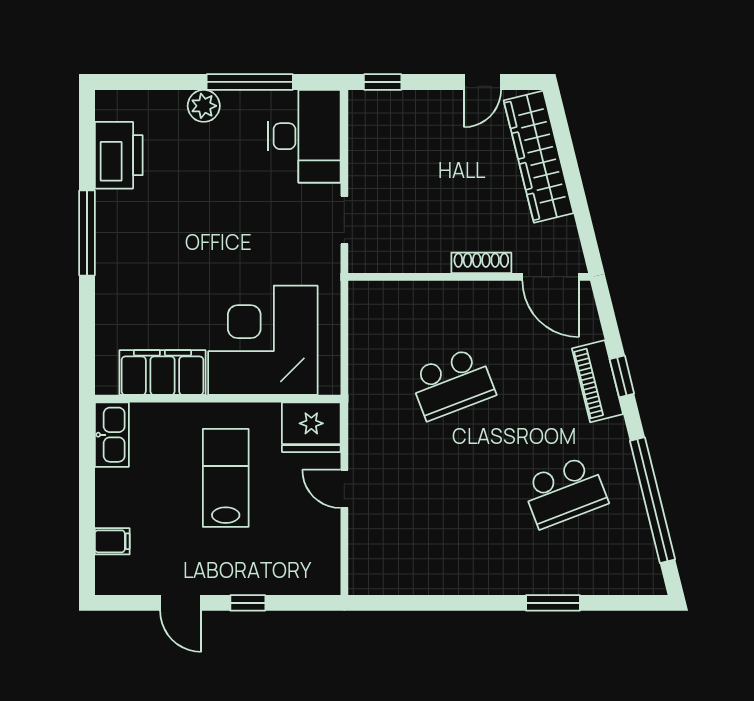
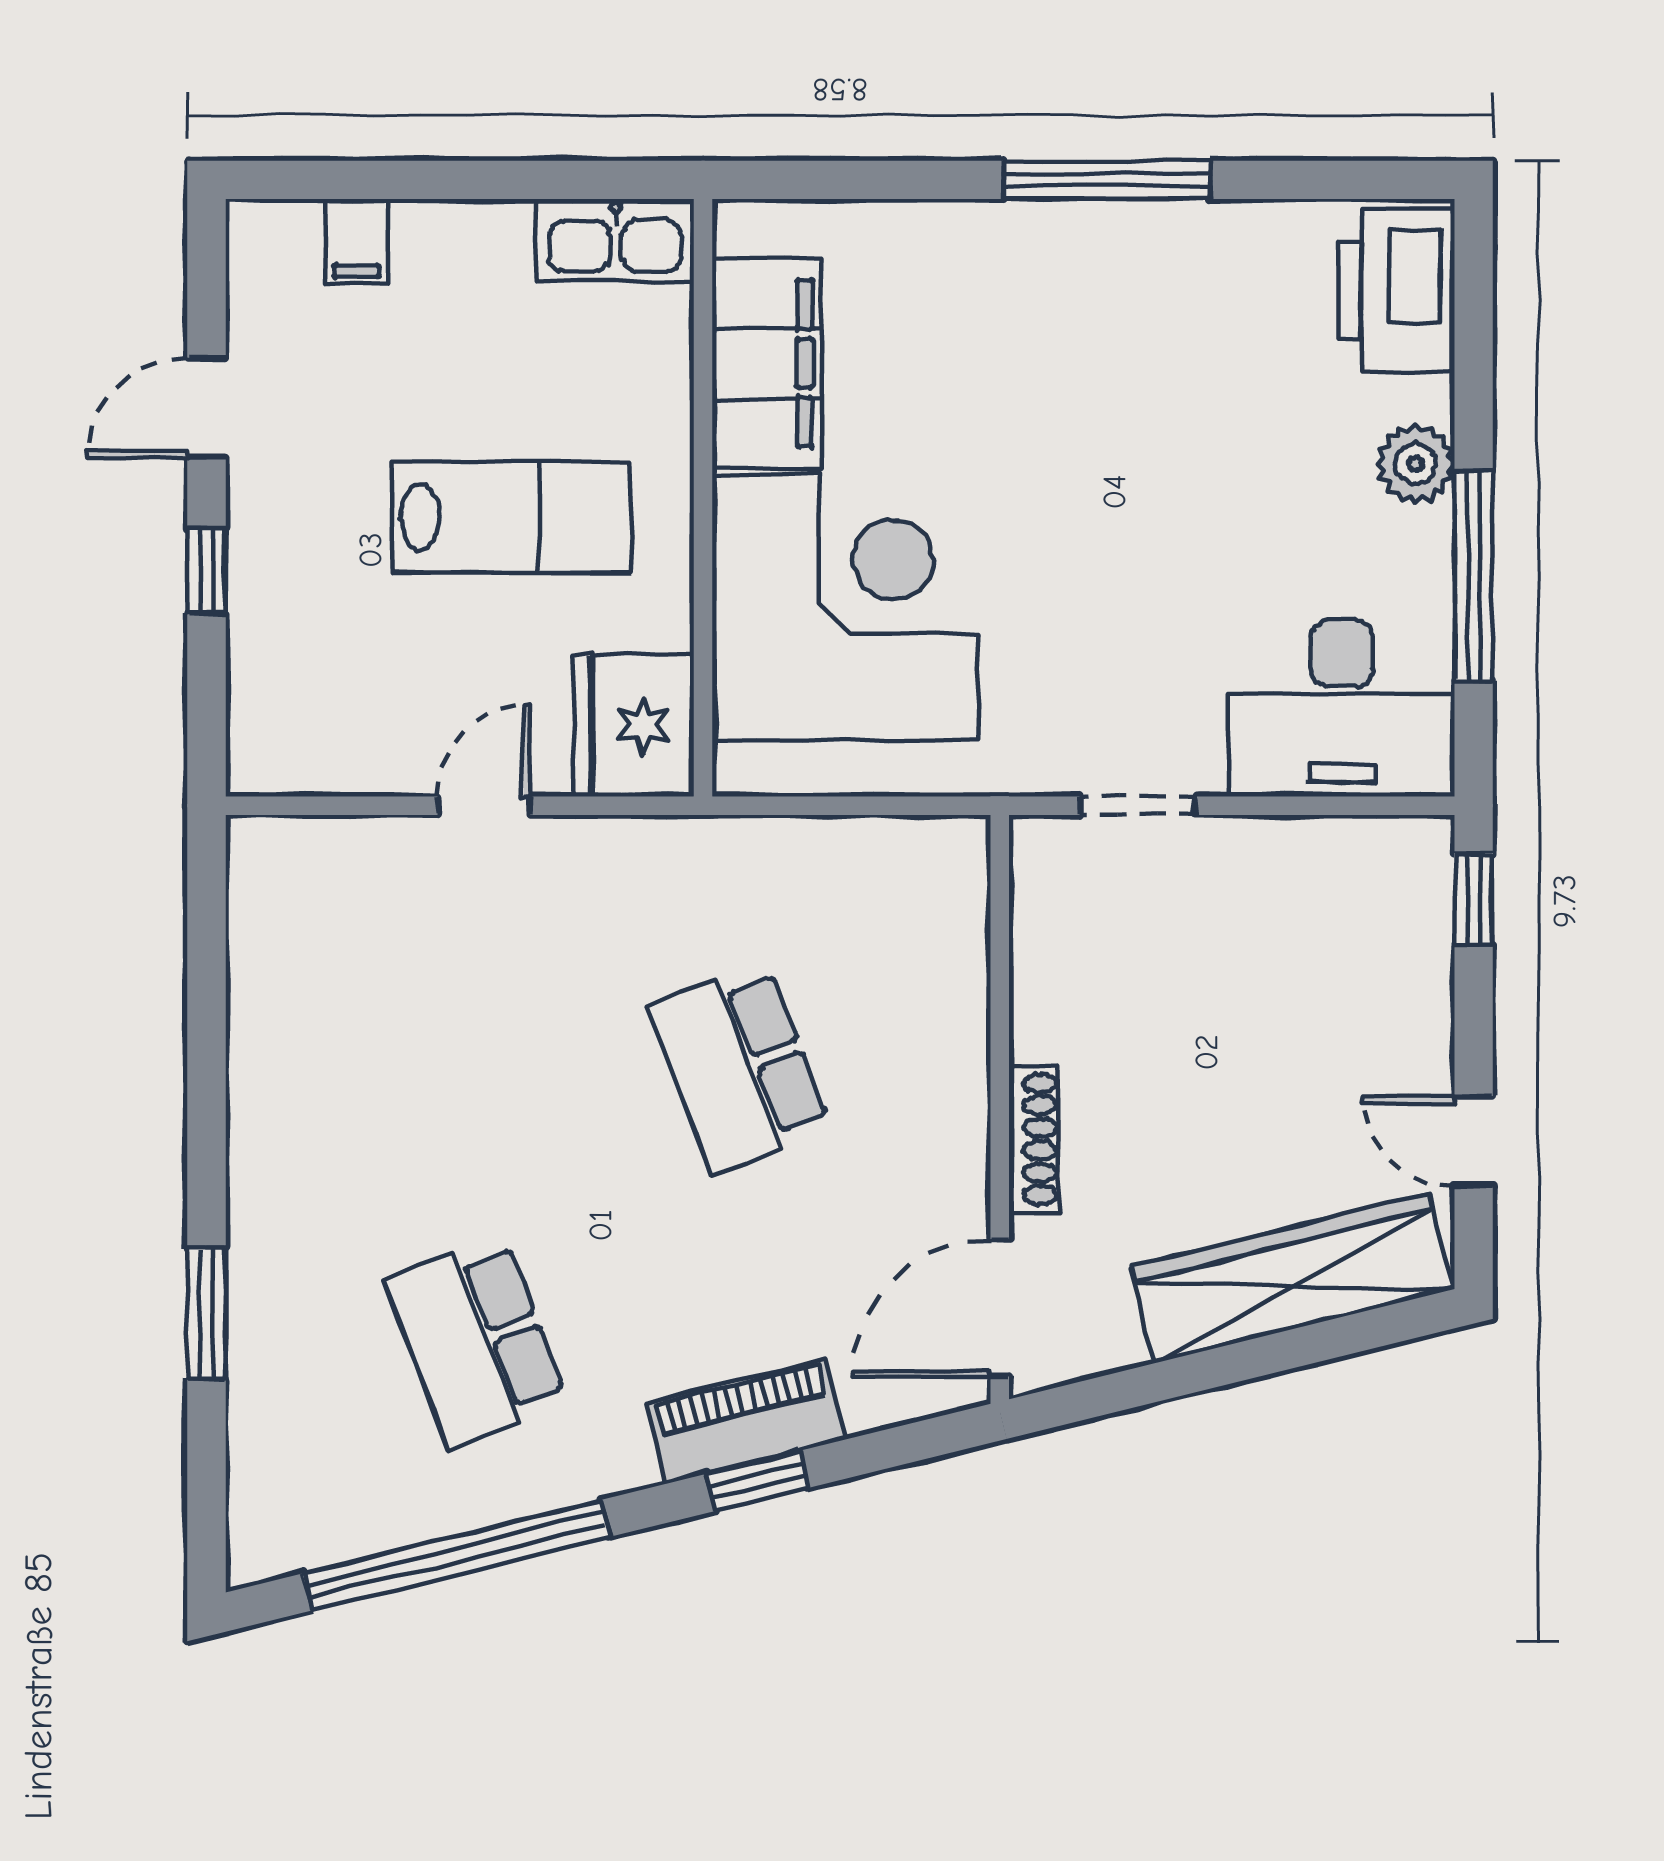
printer: (119, 155) -> (1396, 291), moved, turned 90

